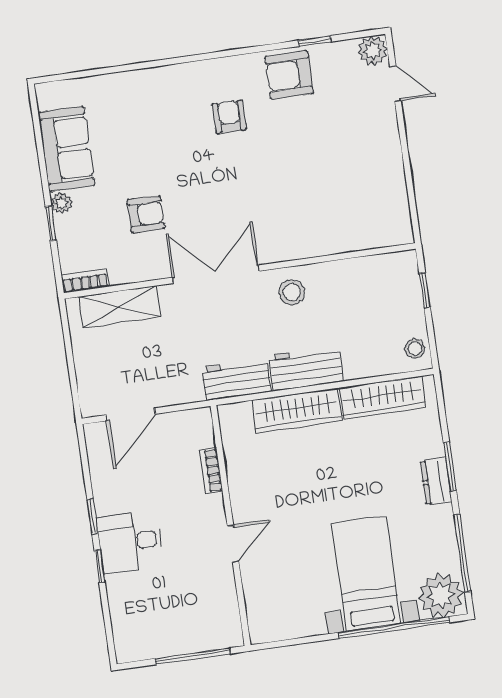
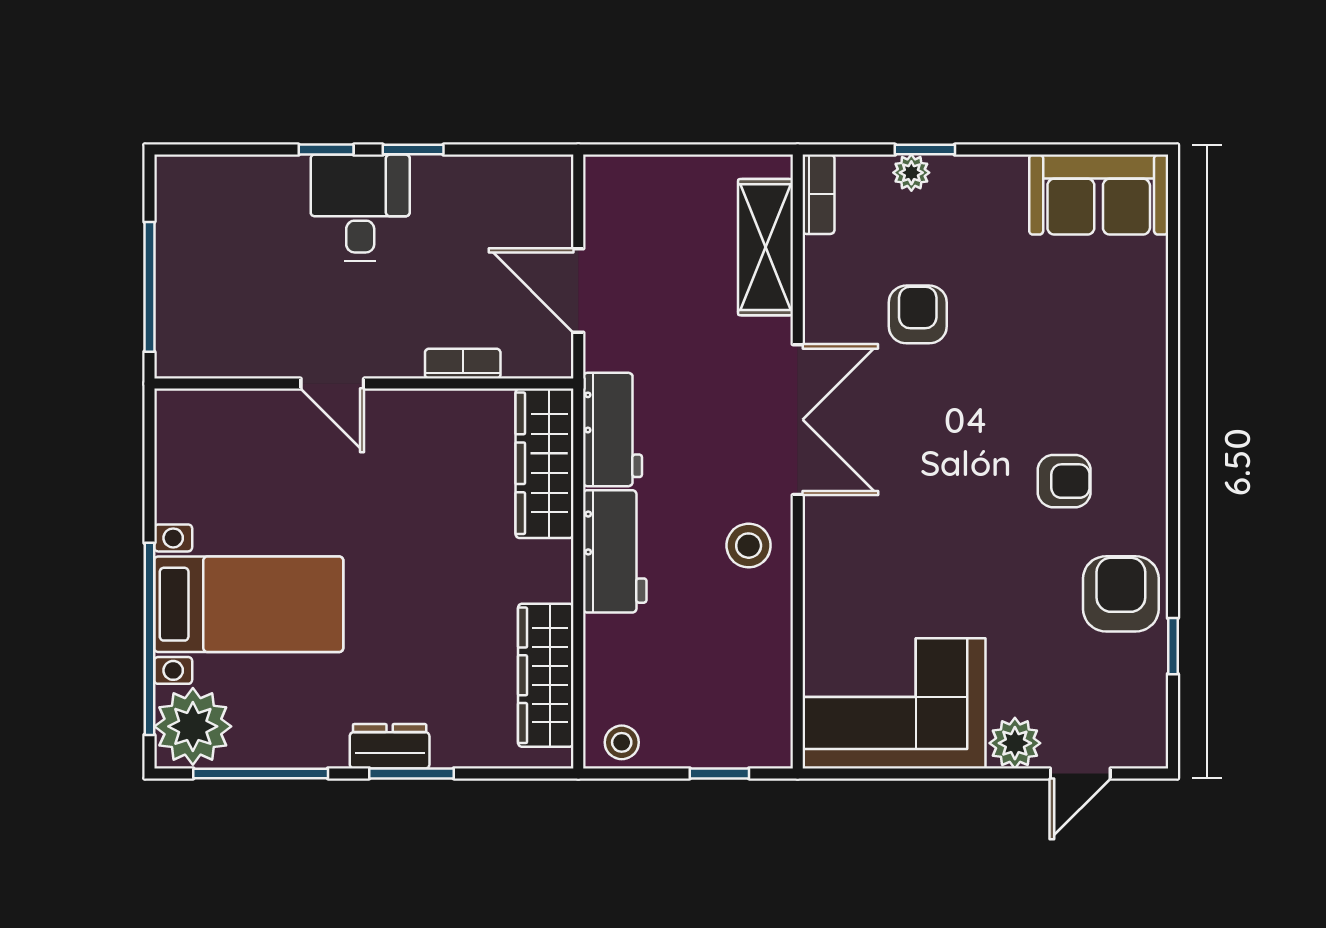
plant: (373, 50) -> (1015, 743), moved
sofa: (66, 149) -> (1099, 195), moved
corner sofa: (370, 196) -> (894, 703), added
plant: (61, 203) -> (911, 173), moved
armchair: (146, 214) -> (918, 314), turned 180
wardrobe: (297, 411) -> (544, 463), moved
door: (131, 414) -> (578, 291), moved

